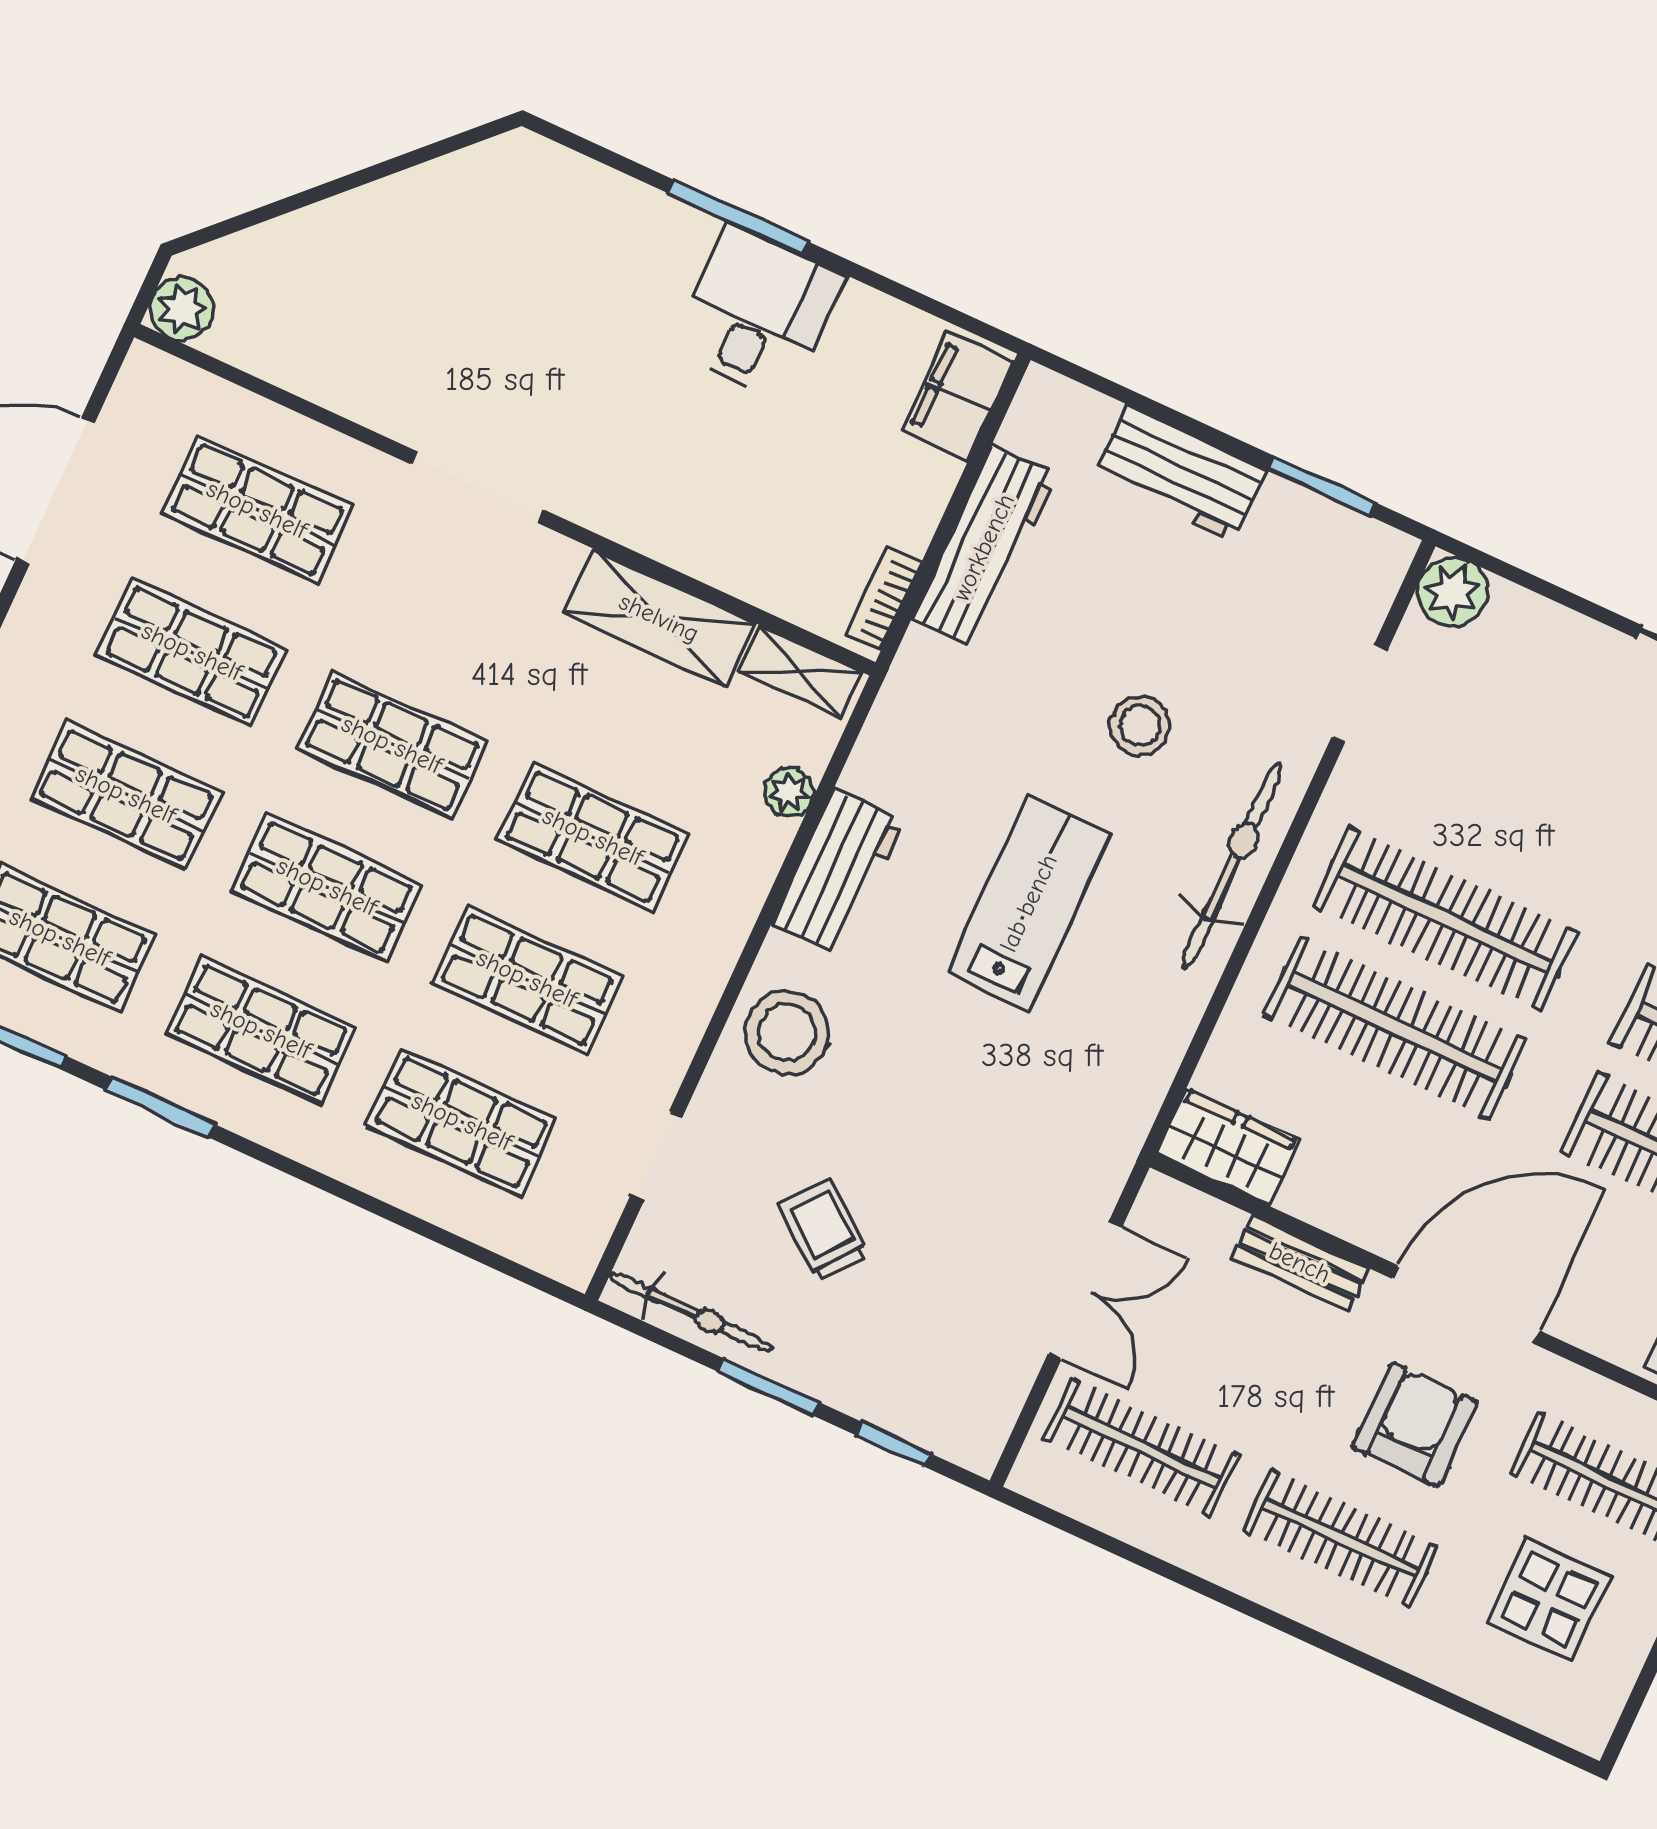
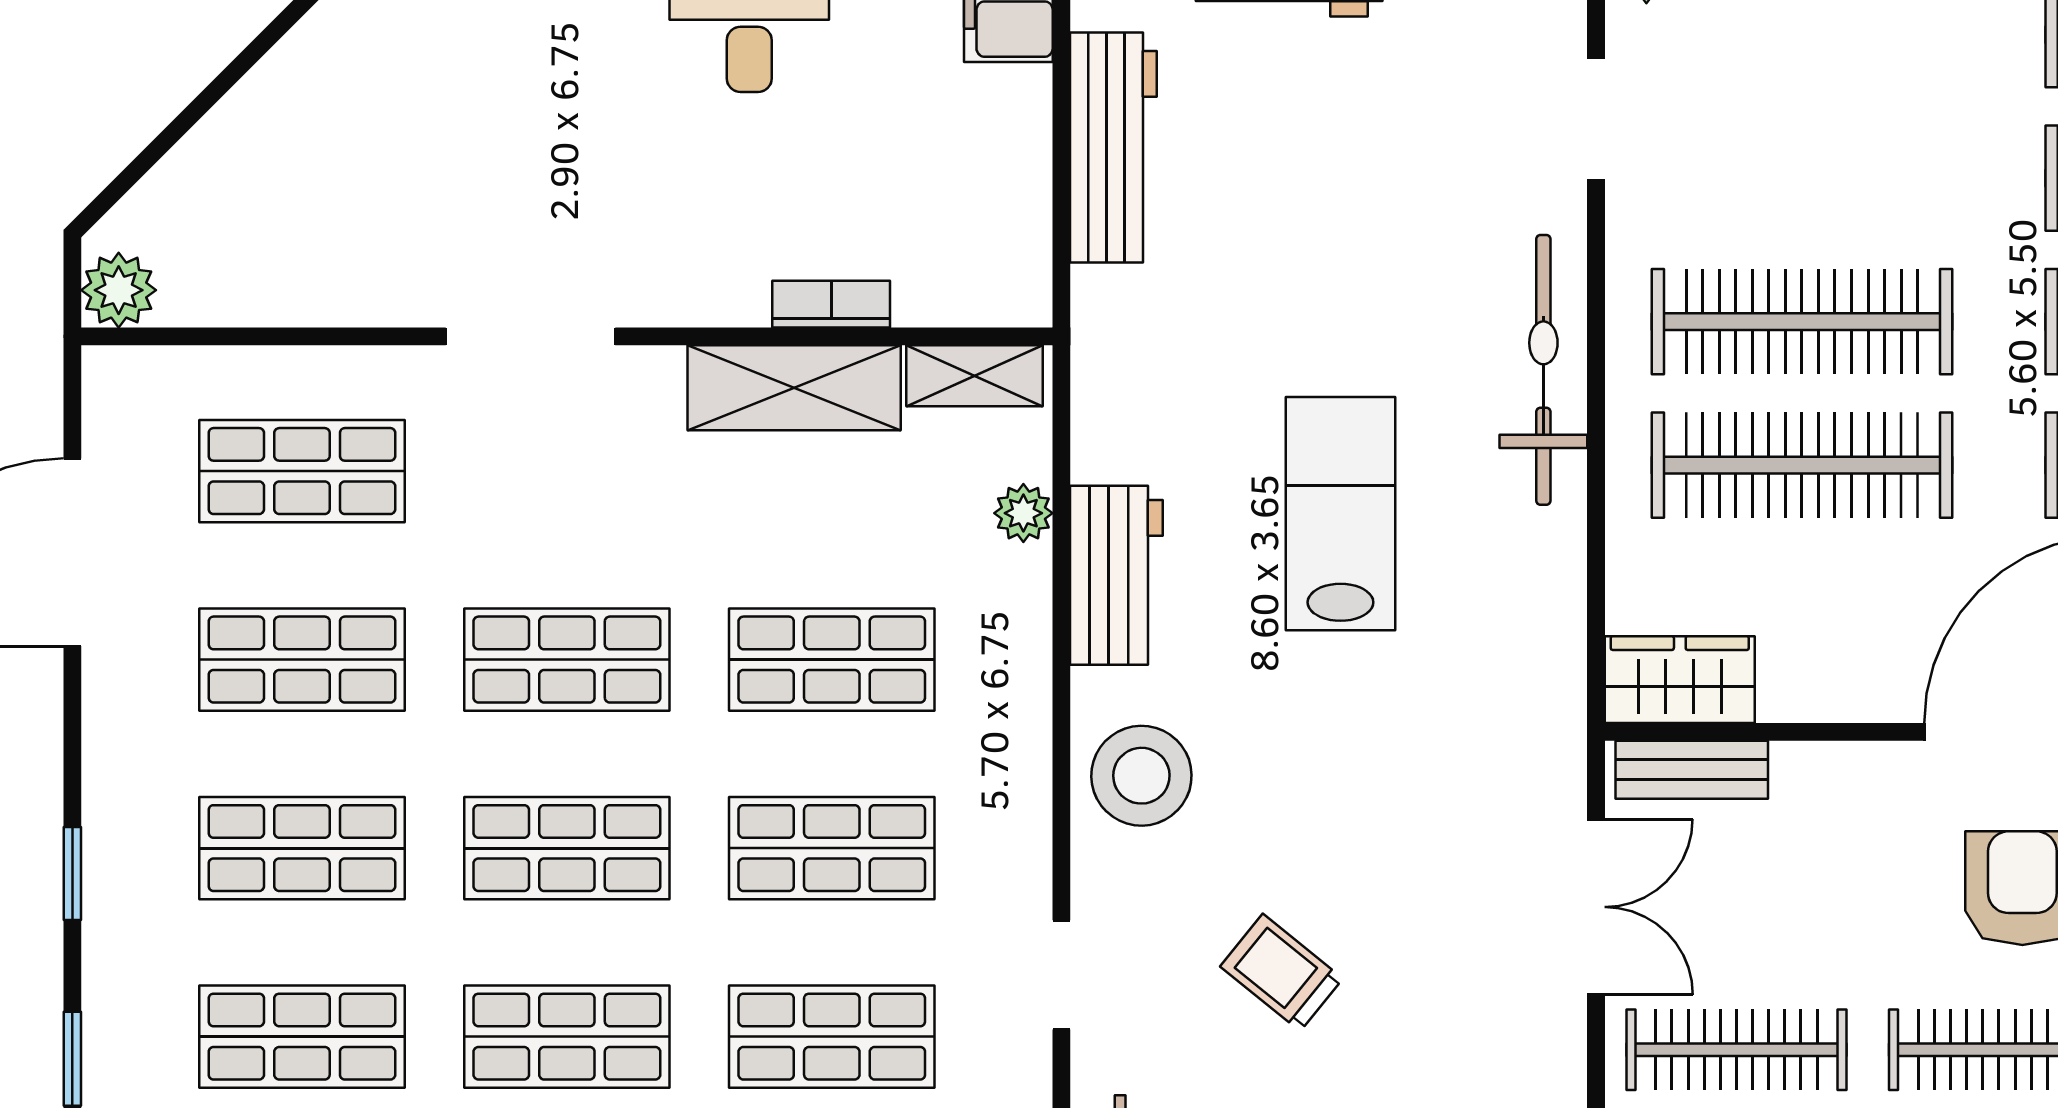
bookcase: (883, 599) -> (831, 304), moved, turned 90
stool: (1140, 726) -> (1373, 264), removed
bench: (1300, 1263) -> (1692, 770), moved

